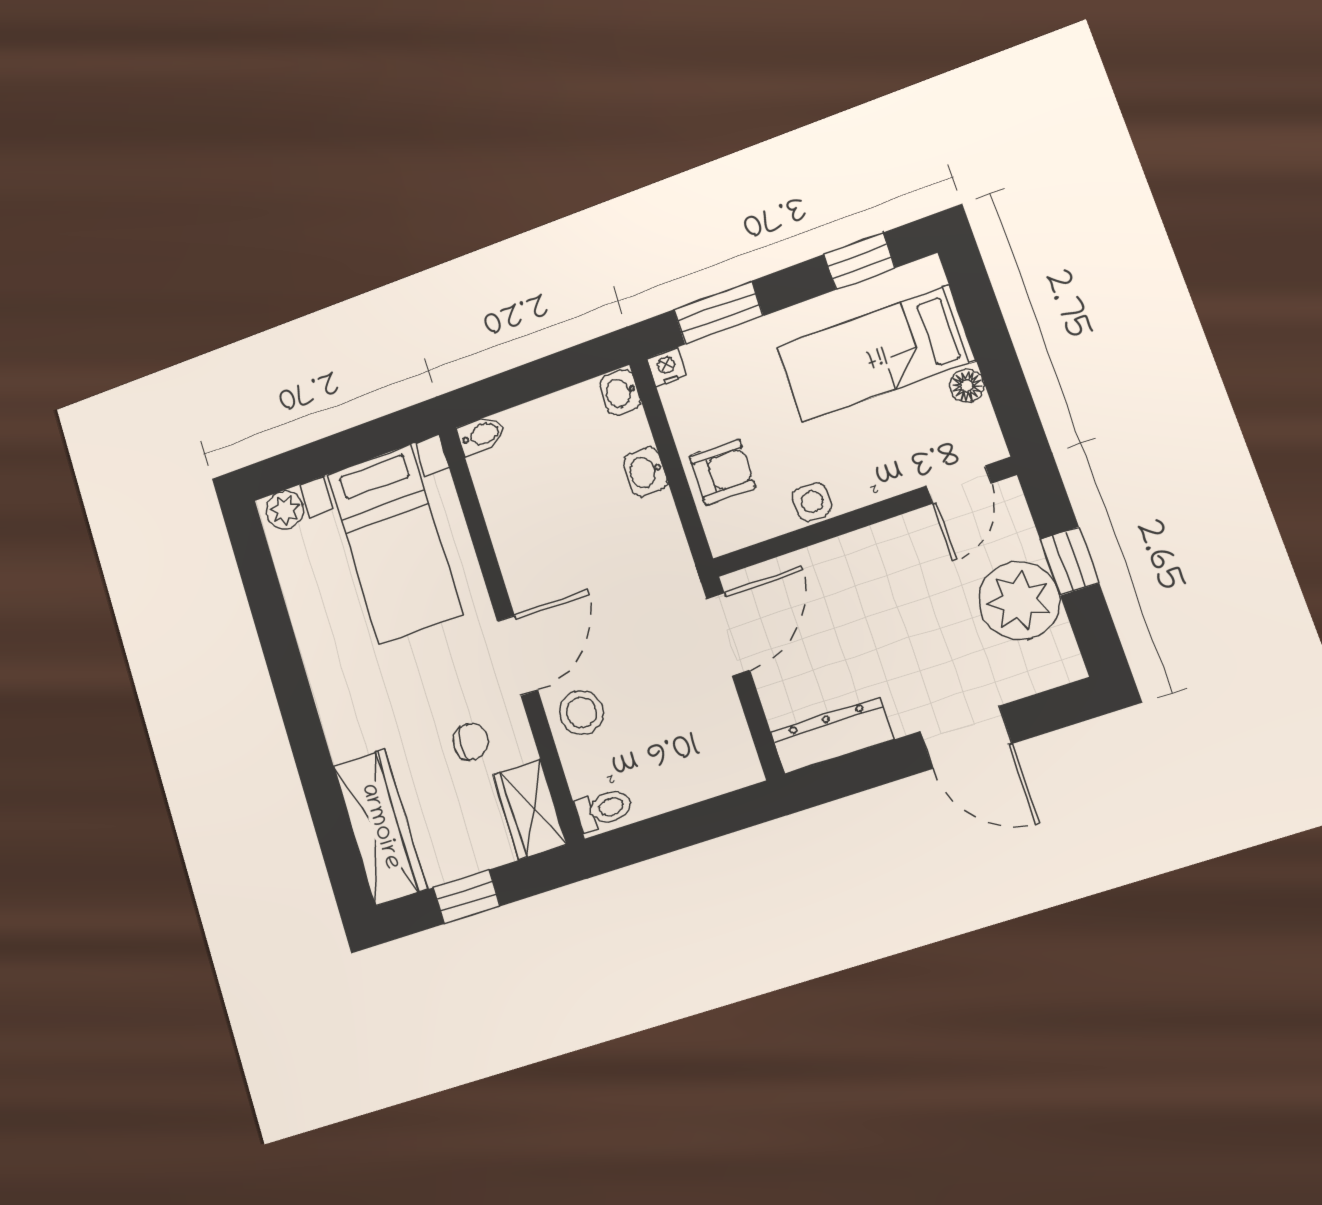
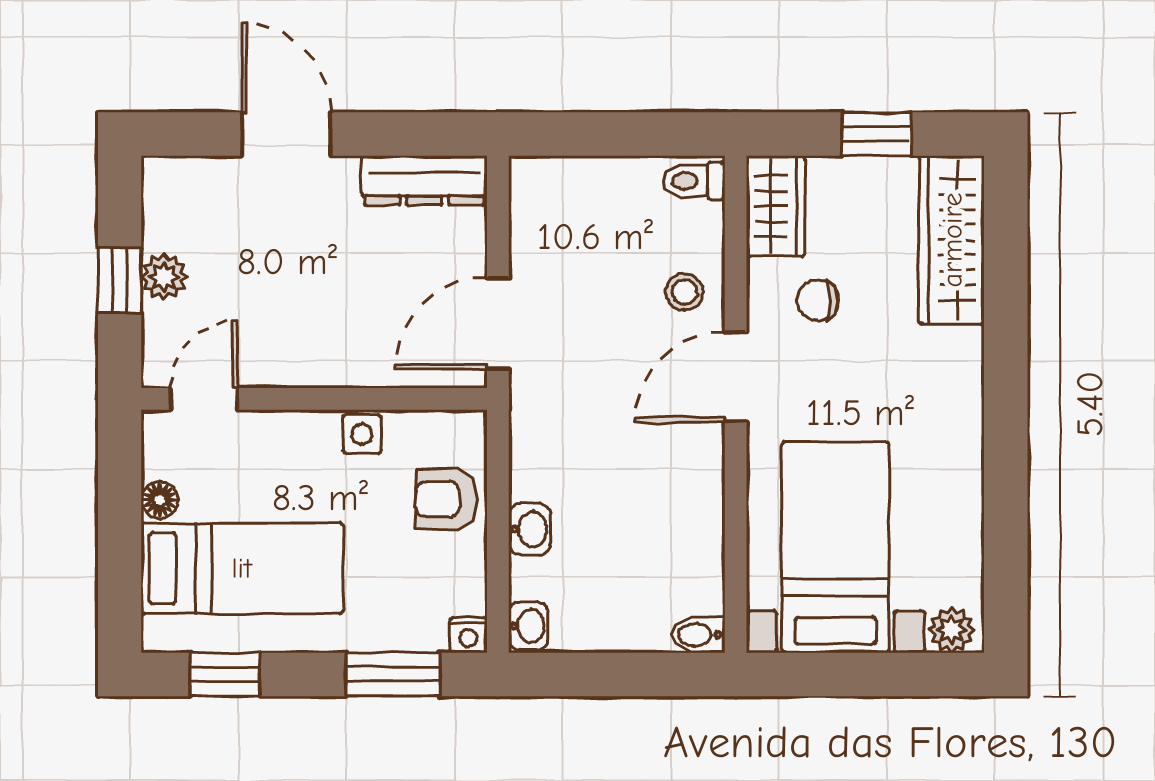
plant: (1019, 601) -> (164, 277), width x0.53, depth x0.53
stool: (581, 712) -> (685, 292), width x0.73, depth x0.73

